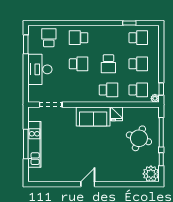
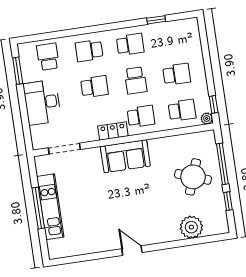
school desk: (138, 38) -> (130, 44), moved
locker: (87, 97) -> (113, 131), added
fridge: (117, 114) -> (157, 148), removed
plant: (151, 174) -> (191, 227), moved
door: (88, 184) -> (132, 251), hinge flipped

